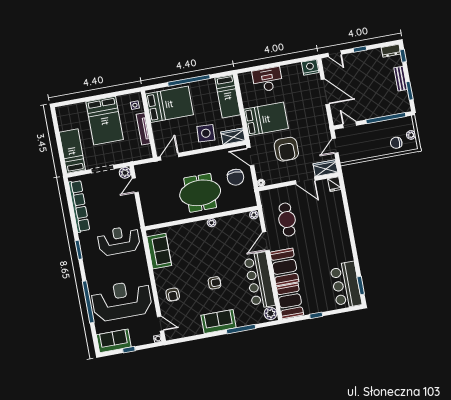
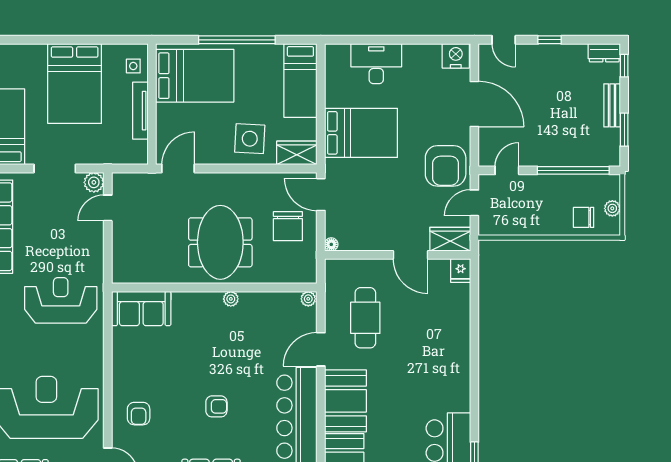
door: (350, 125) -> (507, 170), hinge flipped
armchair: (286, 149) -> (446, 166), moved
meeting table: (200, 193) -> (220, 242), turned 90
sofa: (159, 251) -> (141, 309), moved, turned 90

